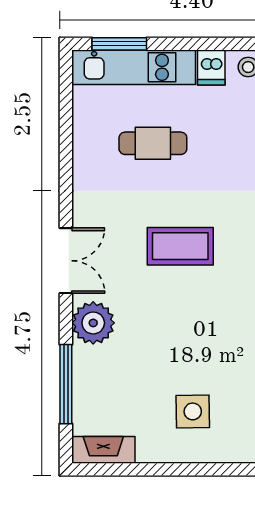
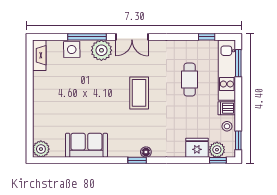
window: (66, 109) -> (207, 37), added
window: (66, 384) -> (87, 37), moved
side table: (193, 411) -> (72, 50), moved

